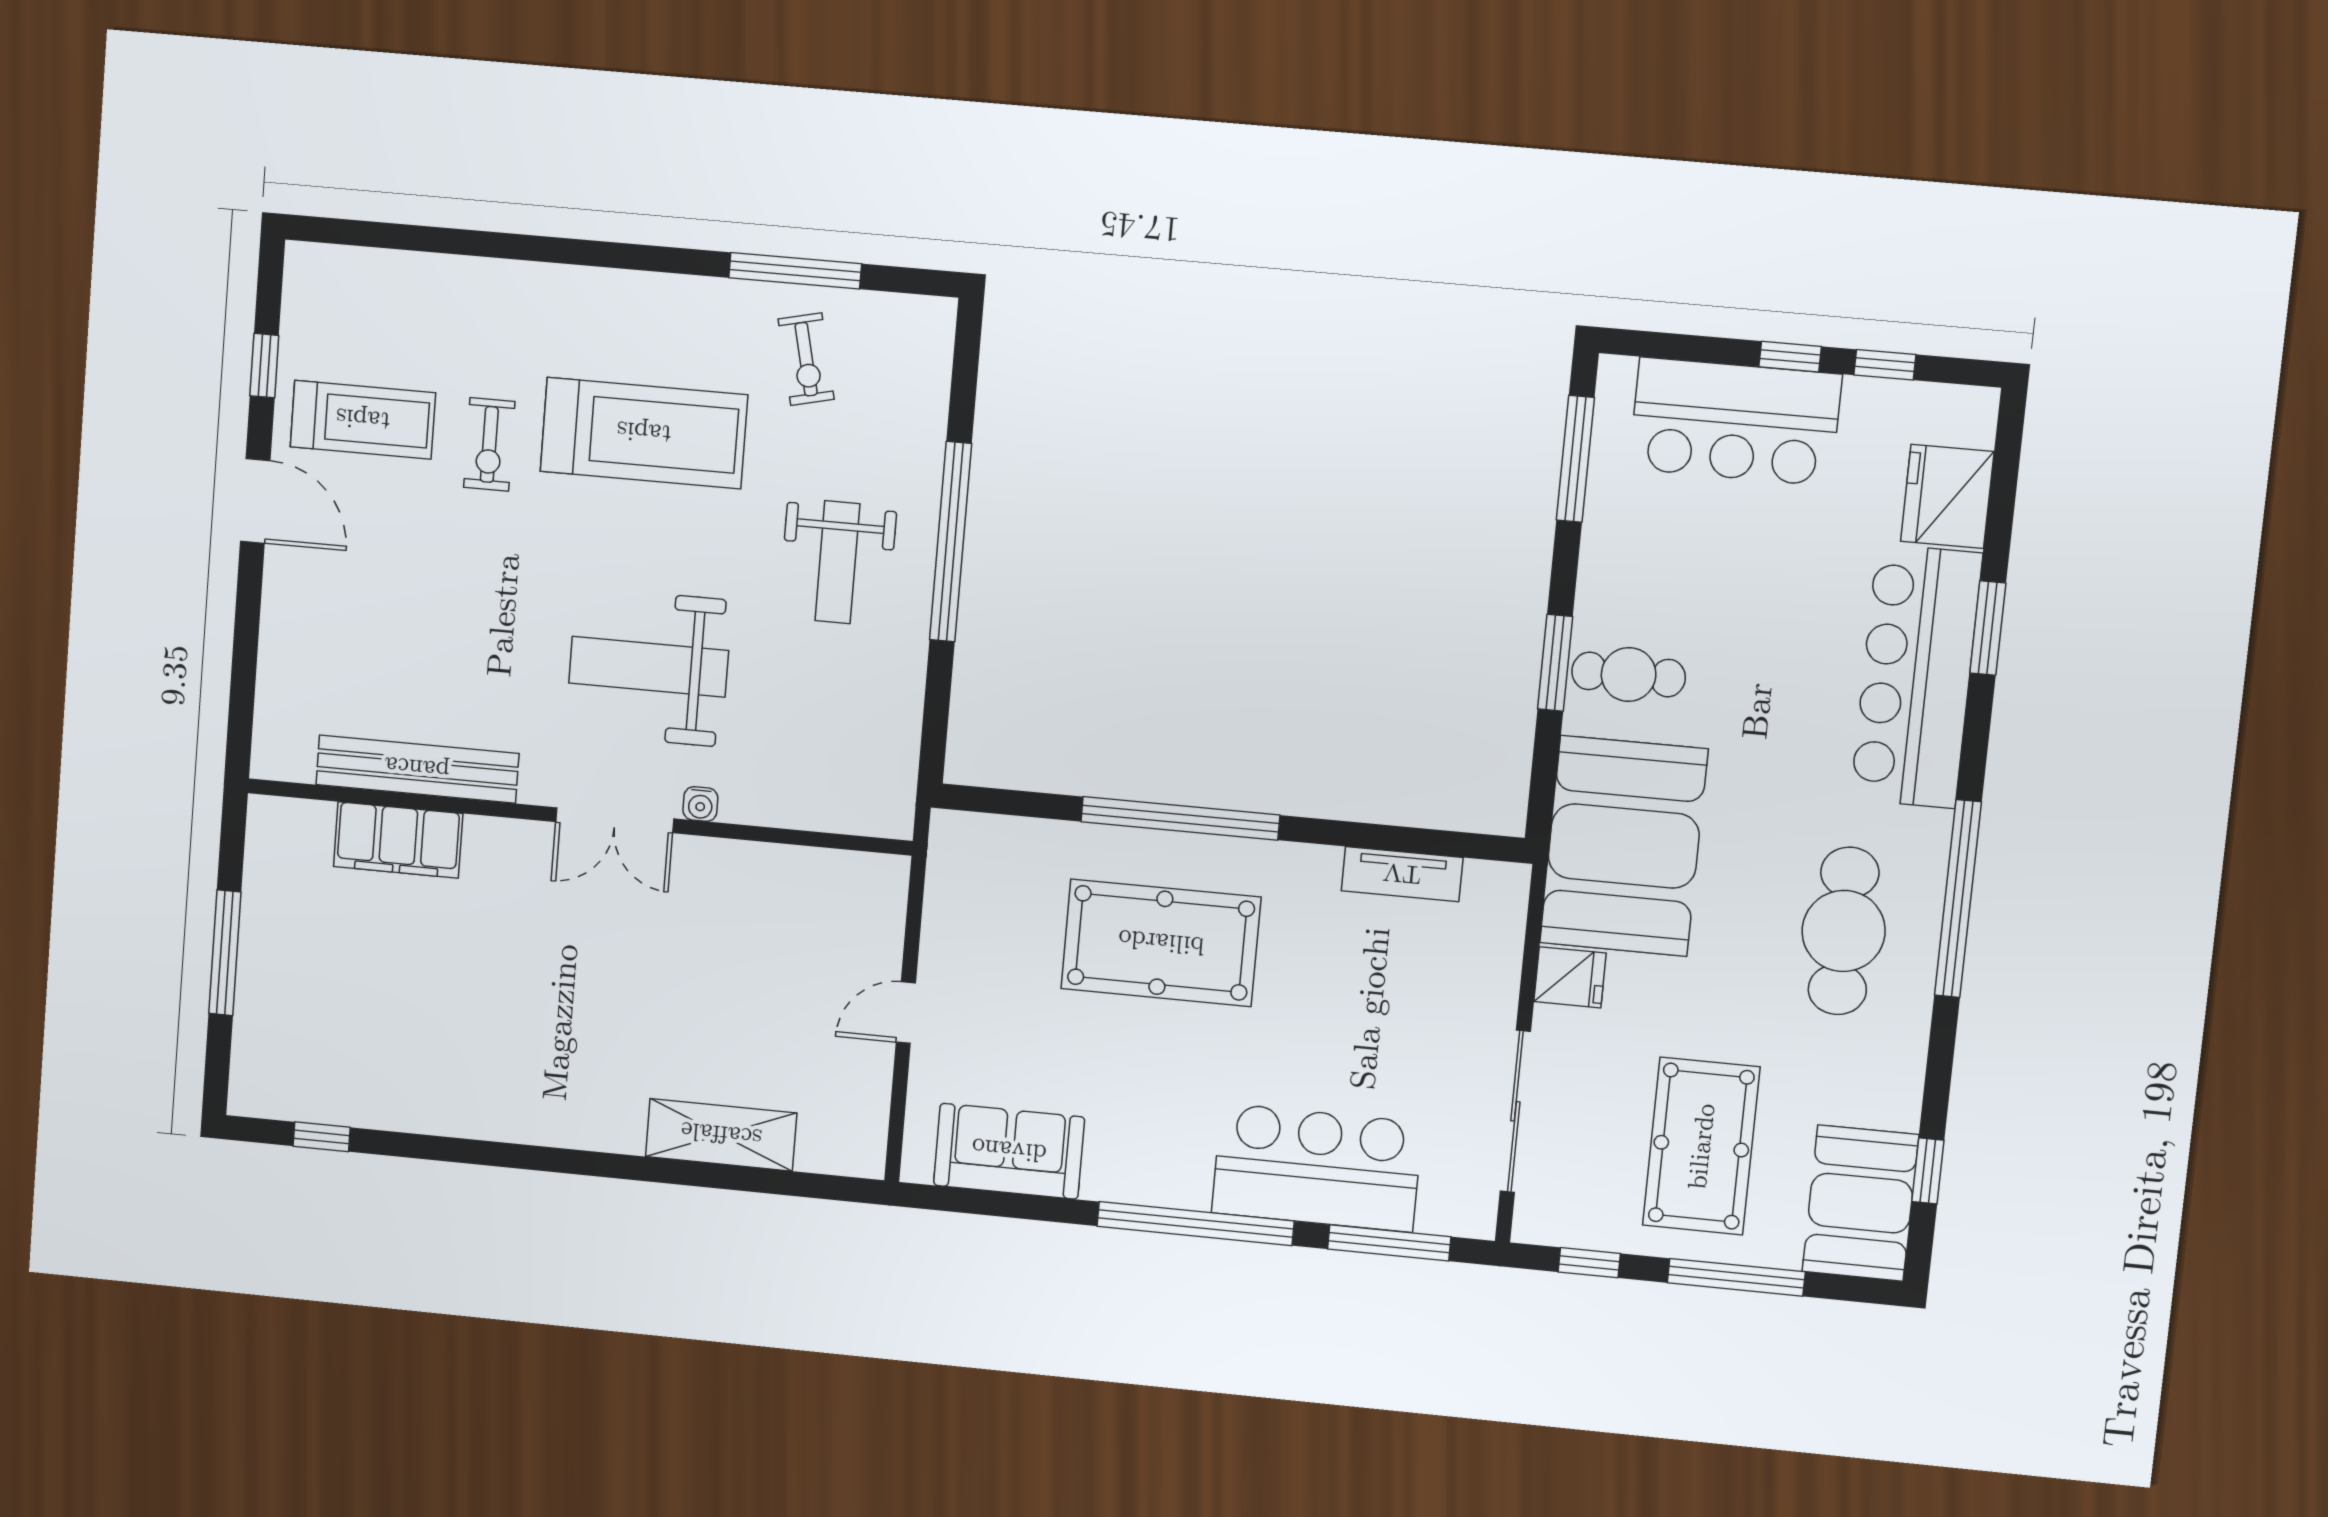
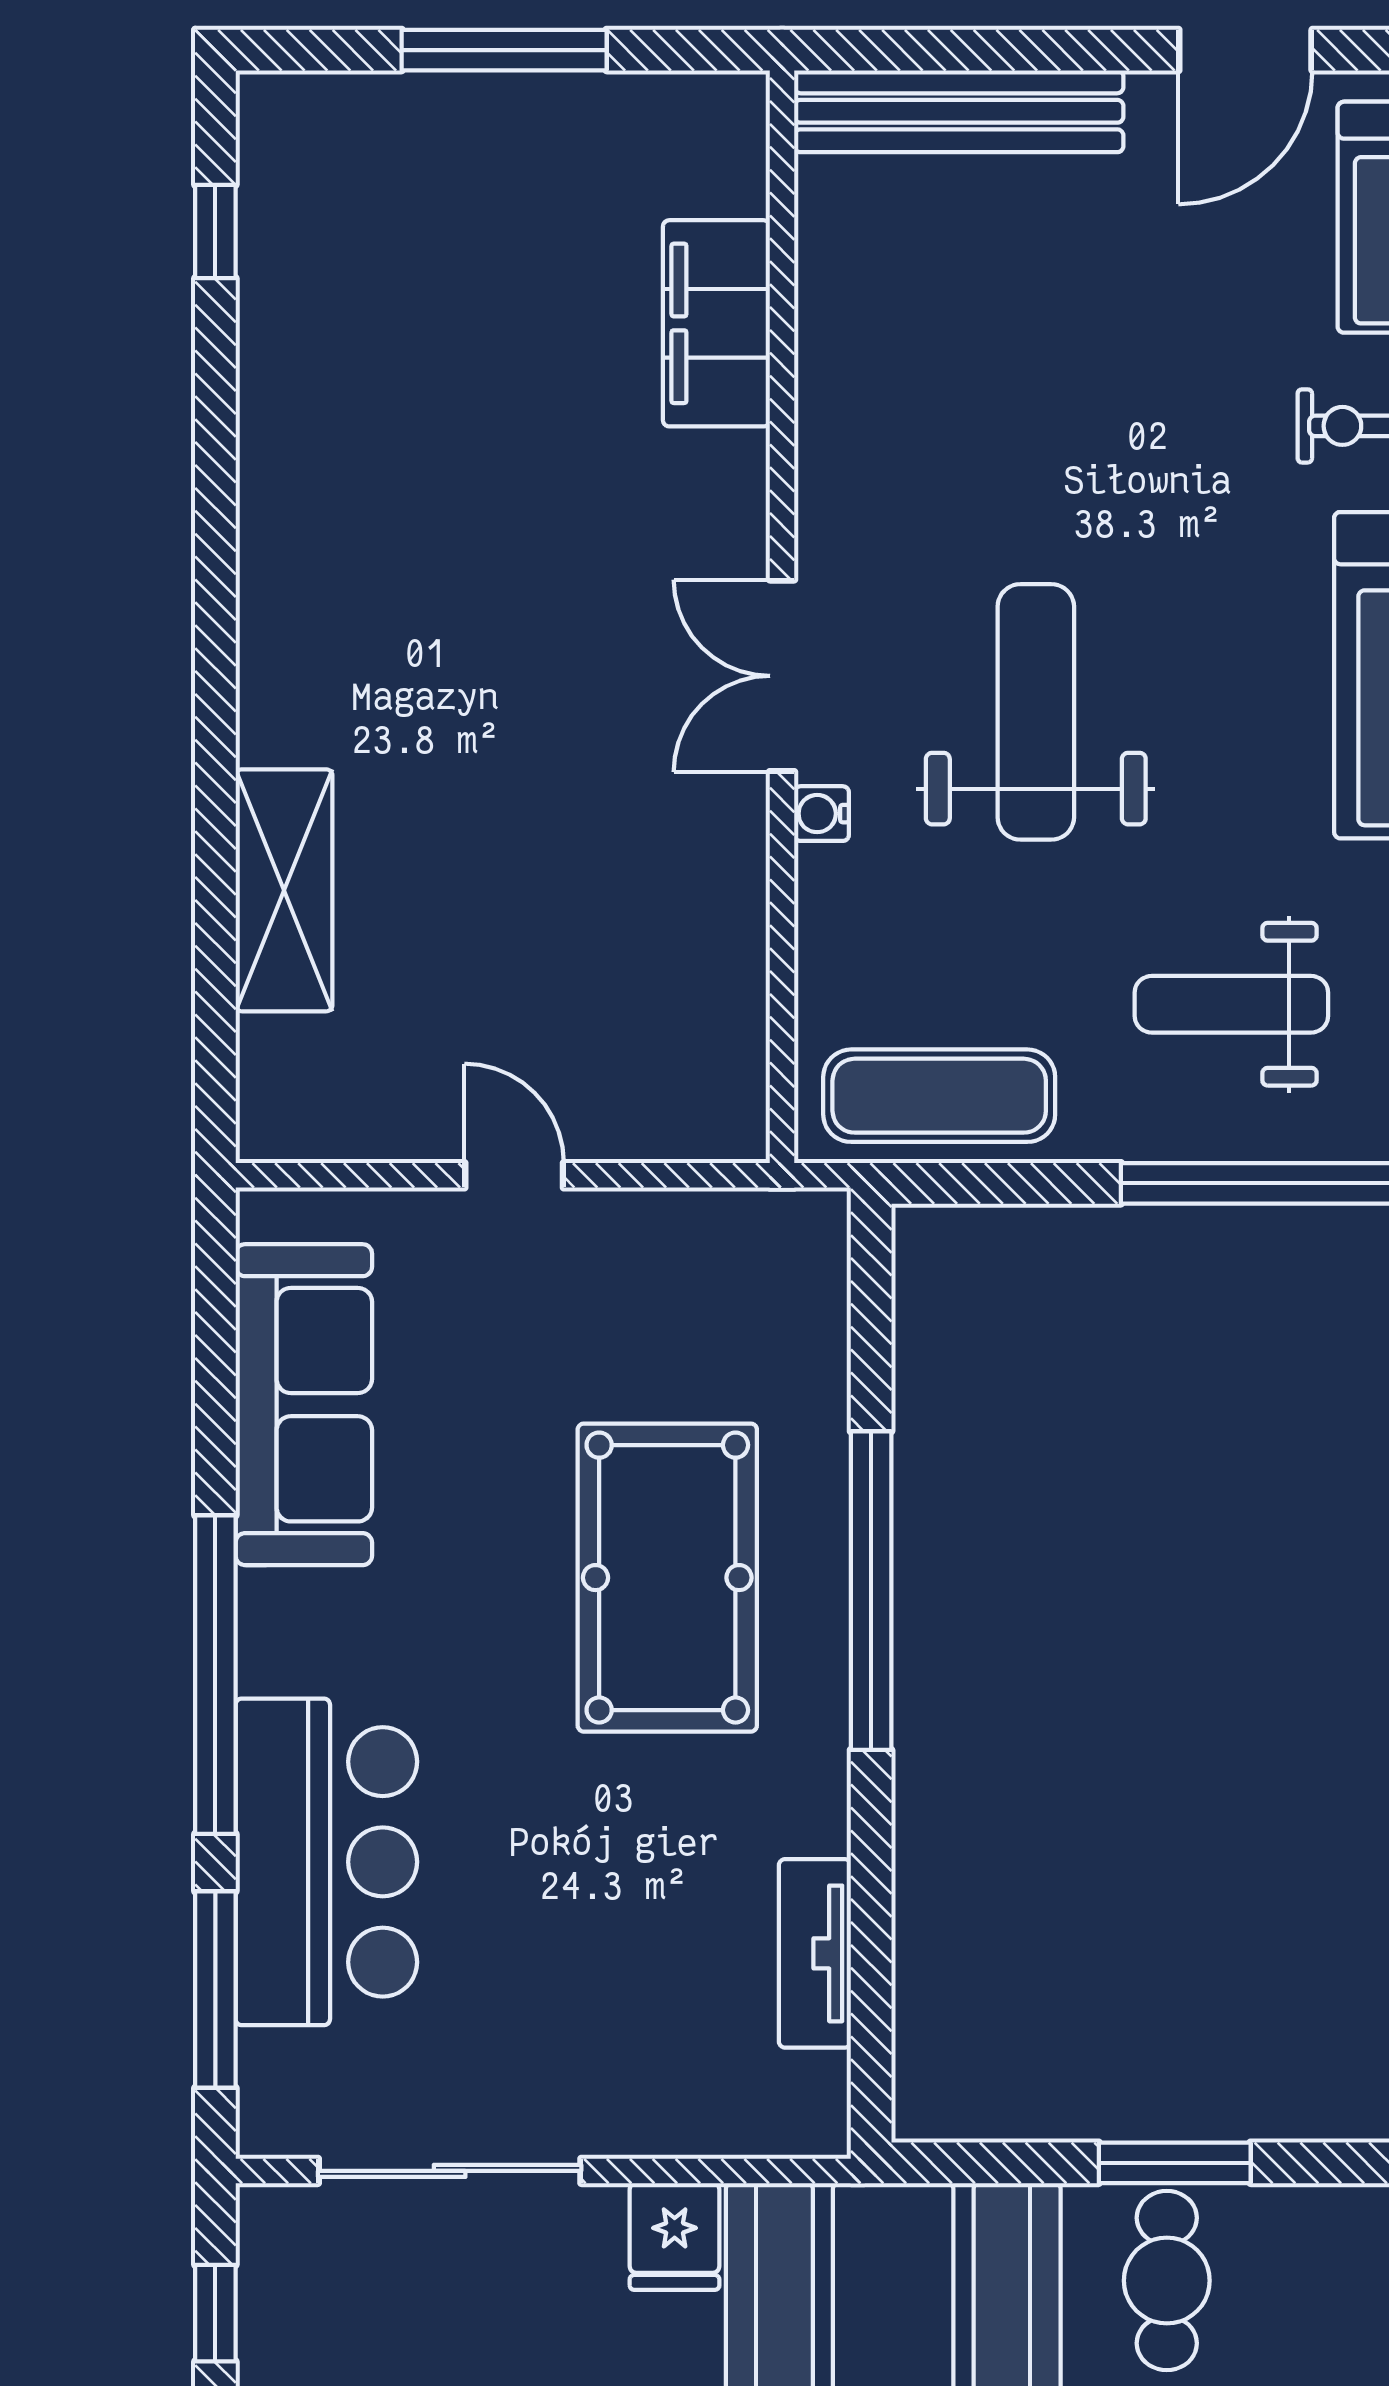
exercise mat: (879, 748) -> (939, 1096), added
bench: (417, 769) -> (959, 111), moved, turned 90
sofa: (1009, 1151) -> (304, 1405), width x1.36

